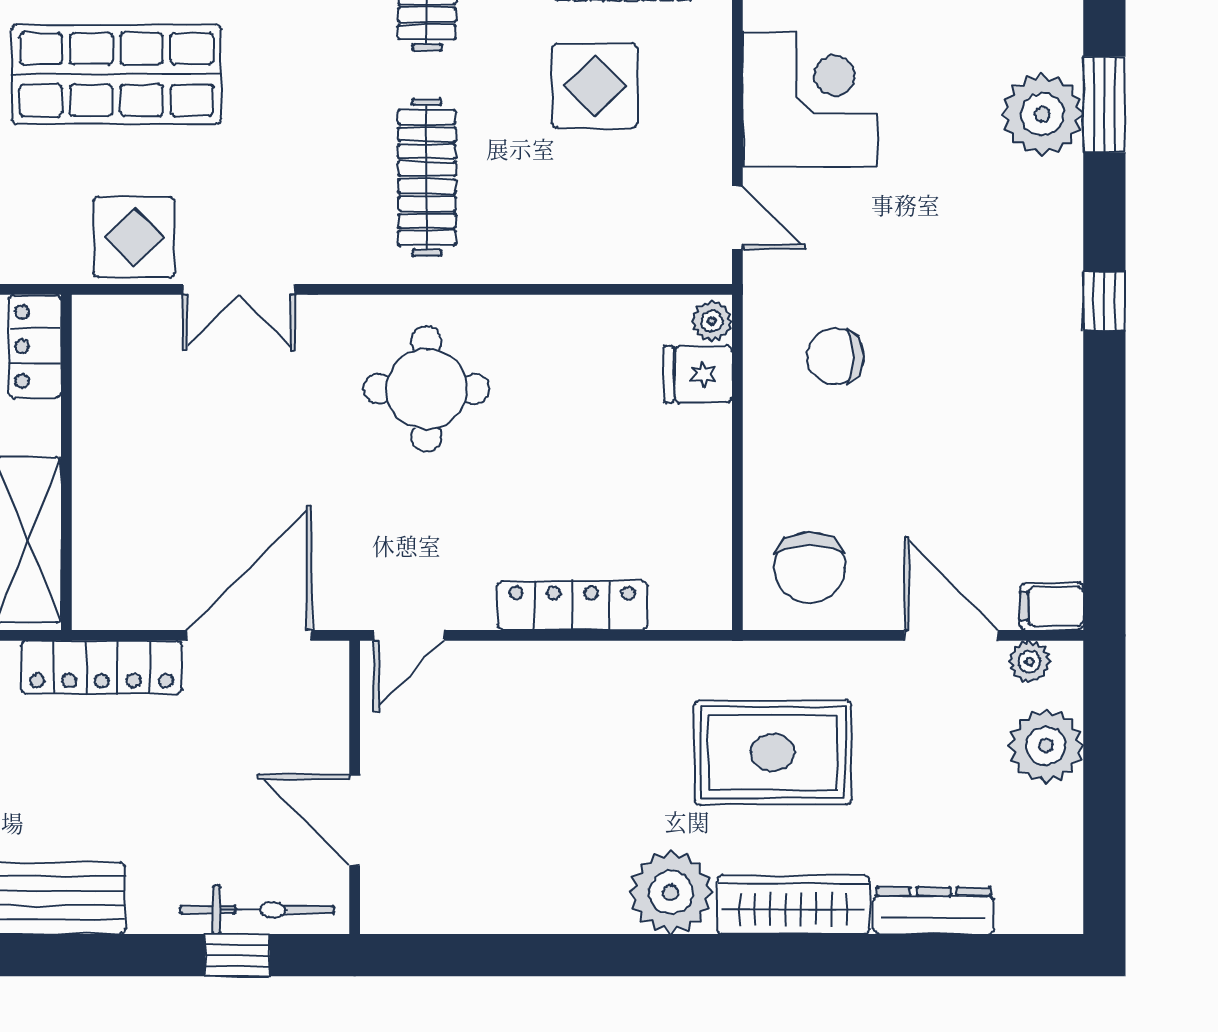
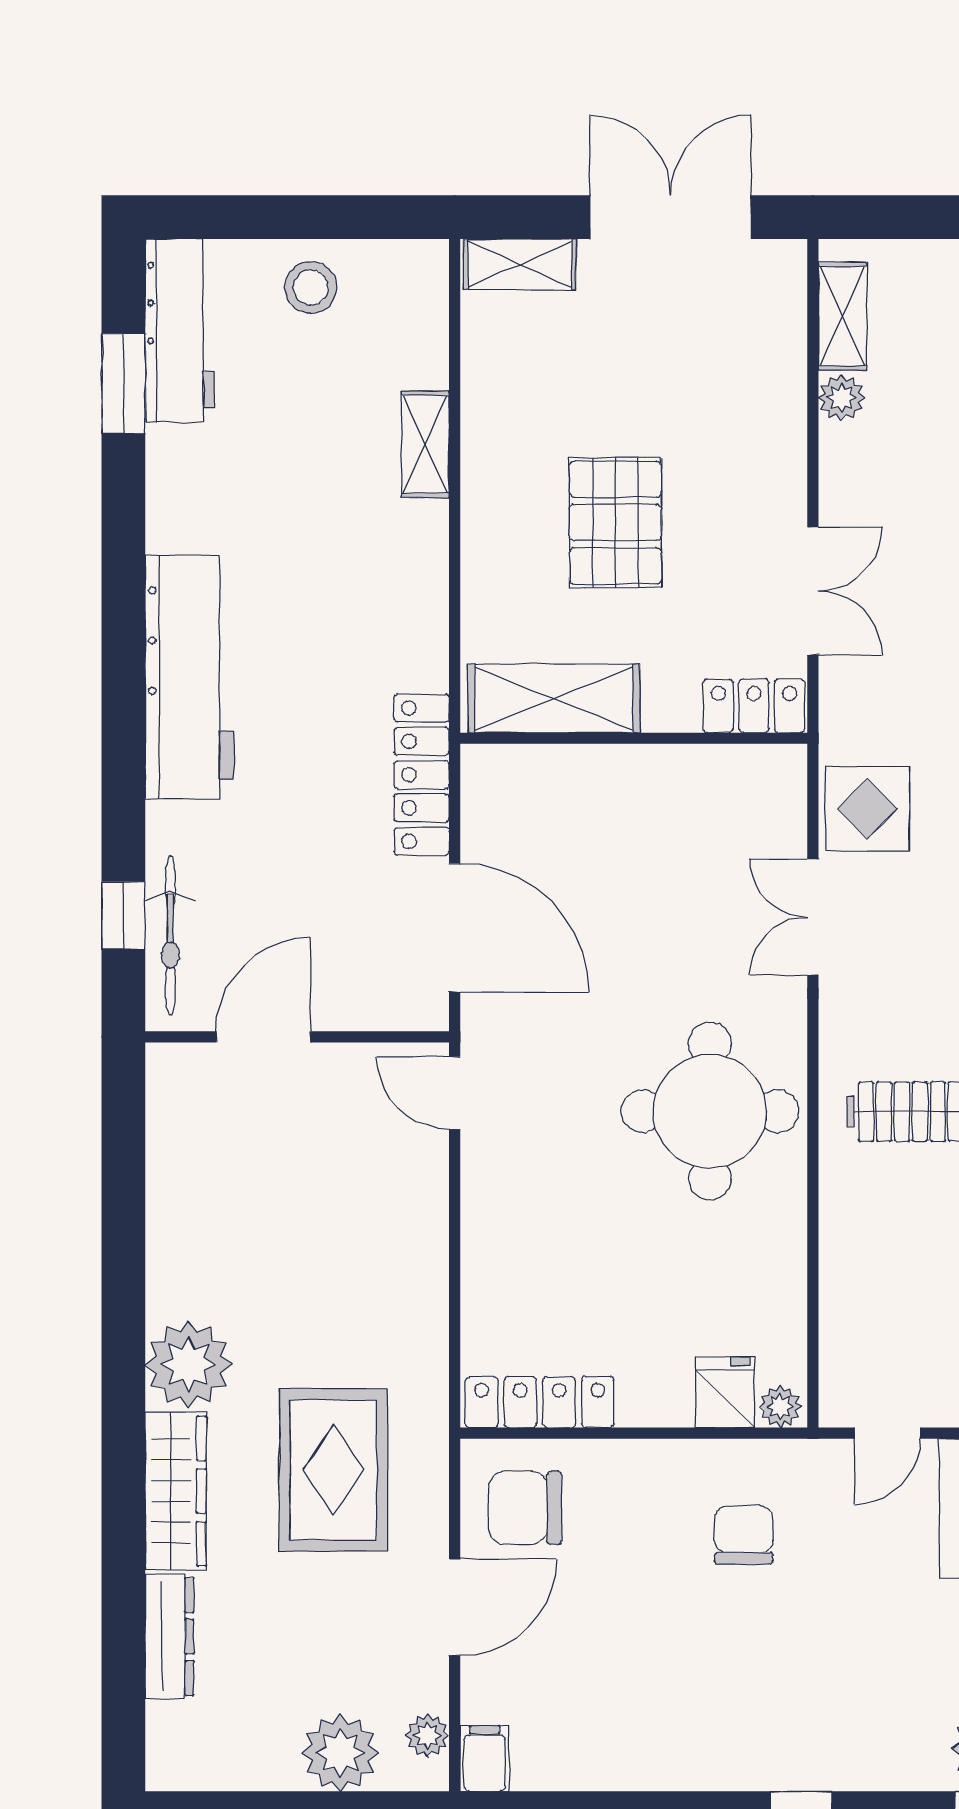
round table: (426, 389) -> (710, 1111), width x1.36, depth x1.36
locker: (572, 605) -> (540, 1402), moved, turned -90
door: (951, 635) -> (455, 1607), moved

